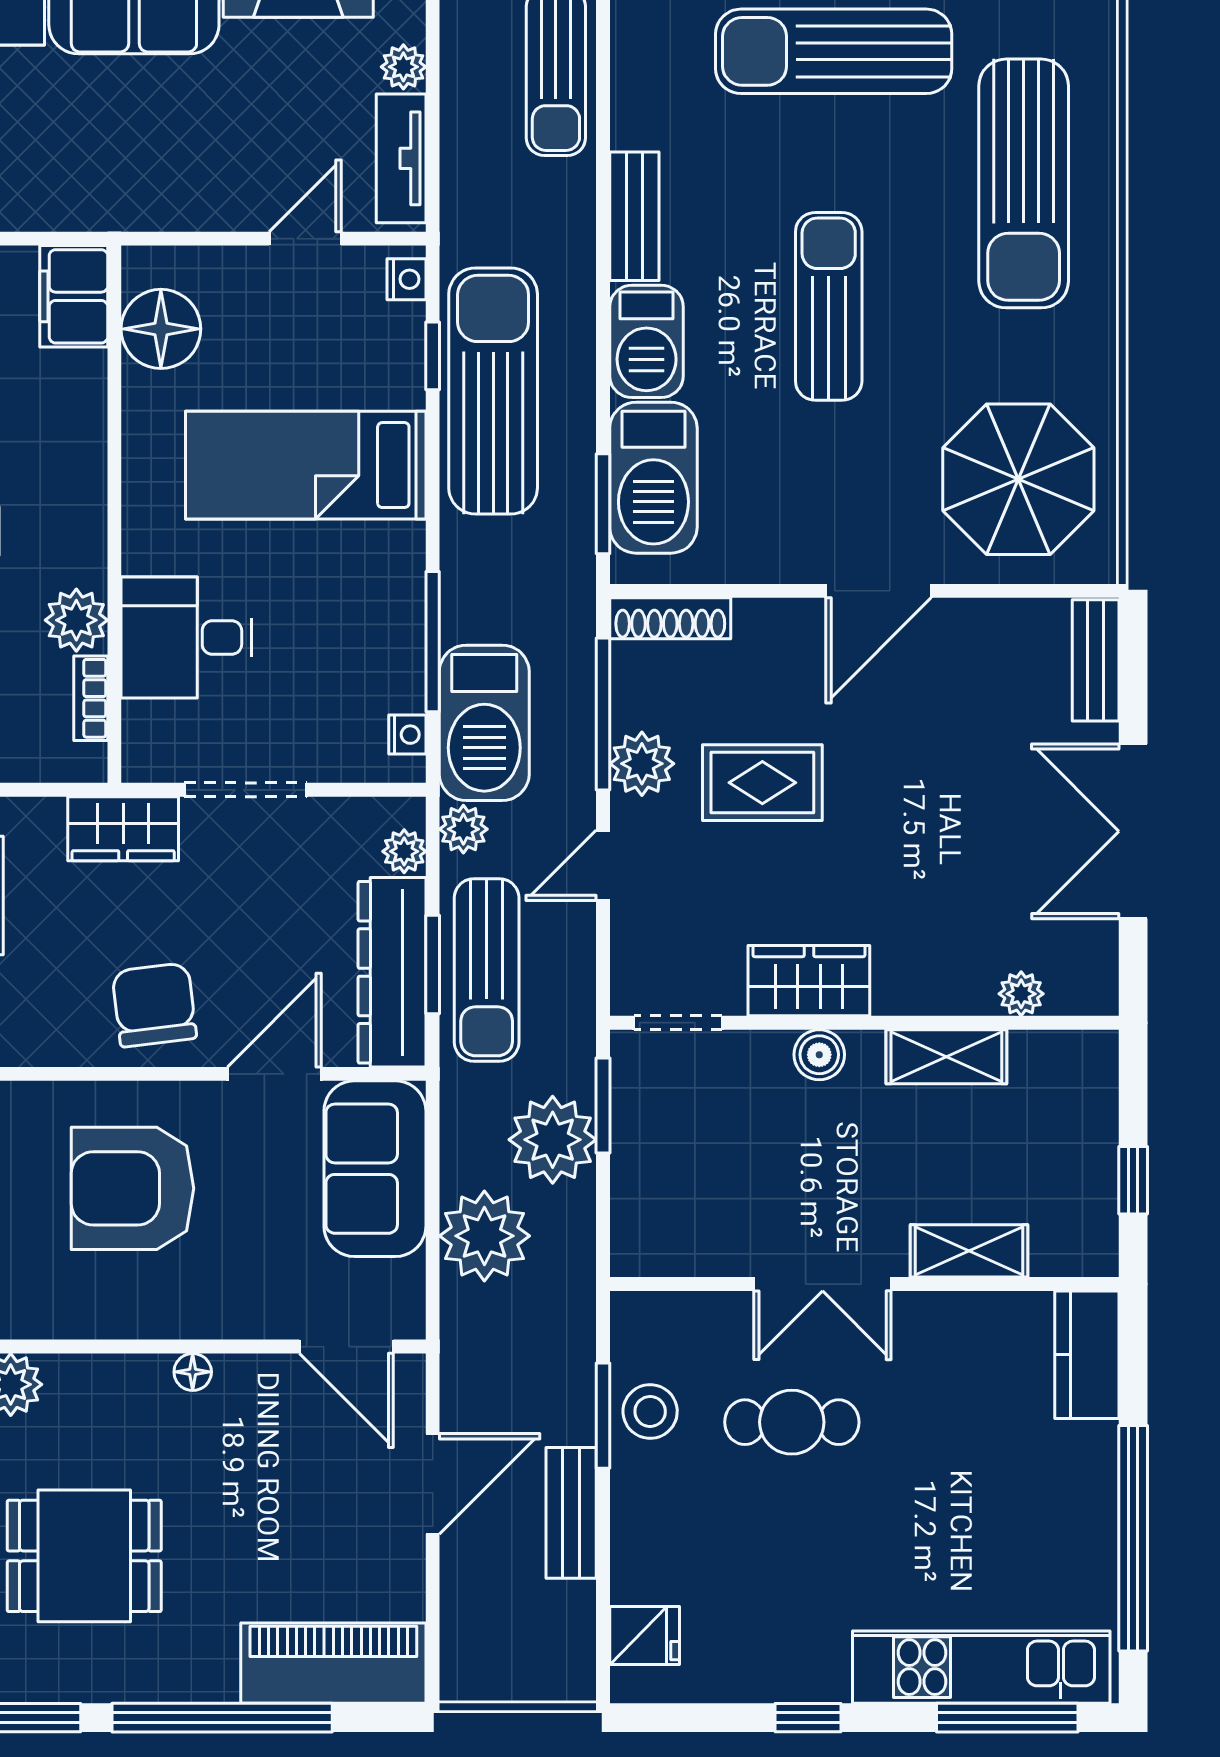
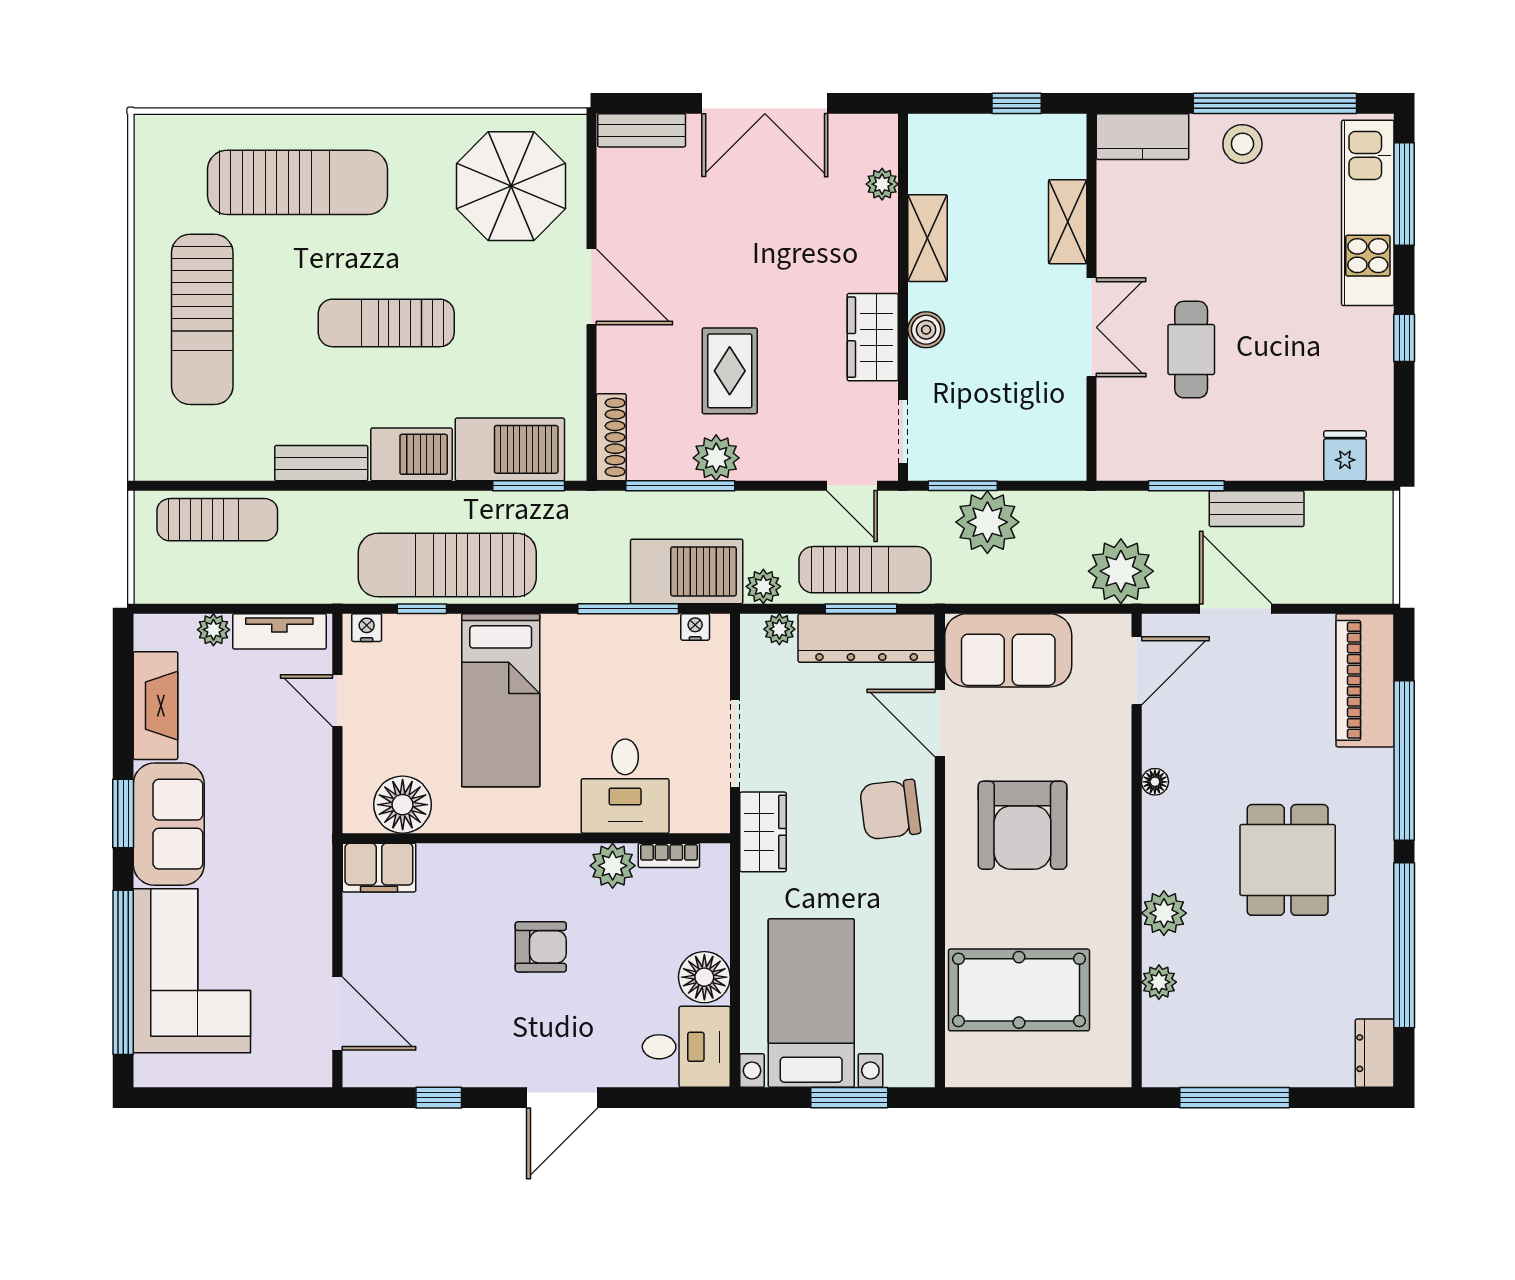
door: (603, 865) -> (852, 486), moved
plant: (484, 1236) -> (1121, 571), moved
stool: (650, 1411) -> (1242, 144), moved

